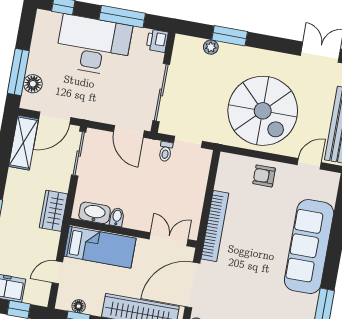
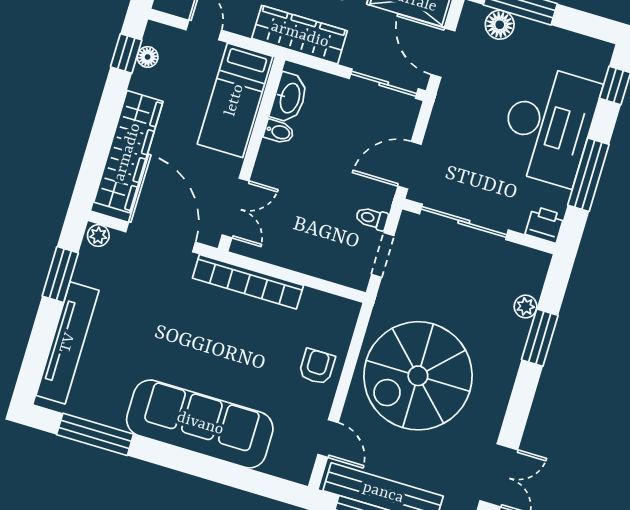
wardrobe: (53, 211) -> (300, 35), width x1.50

